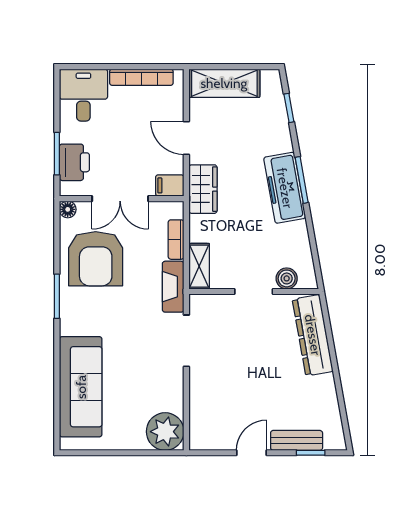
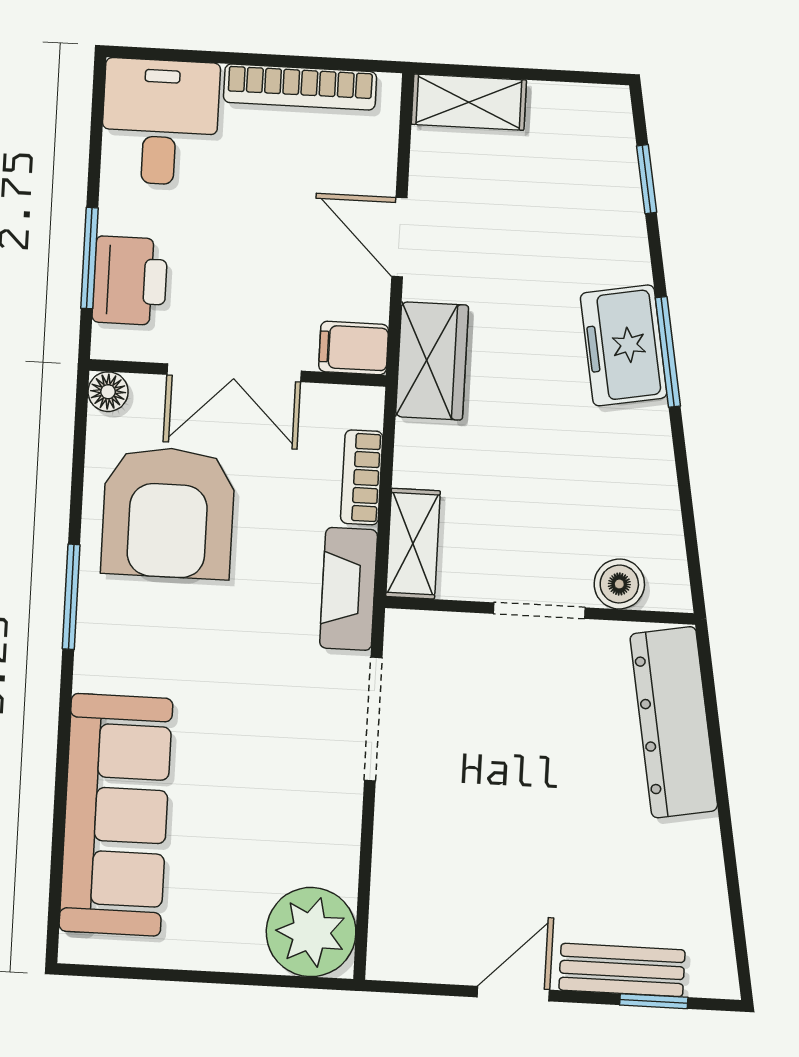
shelving: (224, 83) -> (469, 102), width x0.67, depth x0.75
freezer: (285, 188) -> (624, 345), width x0.71

